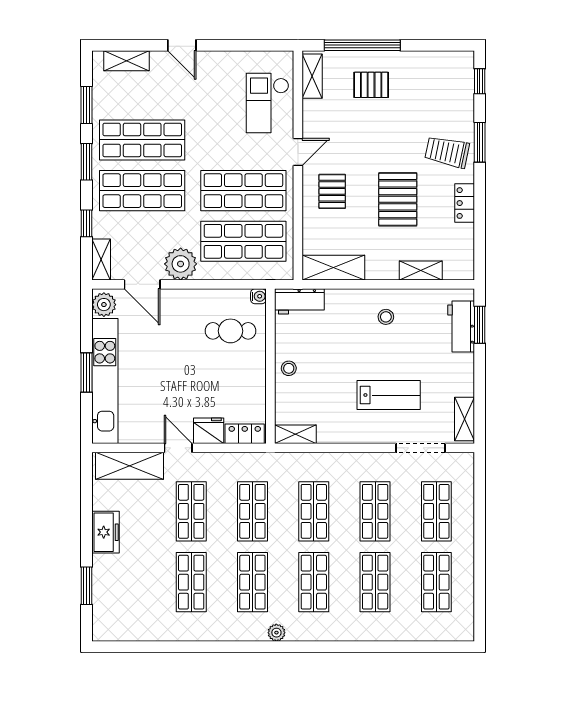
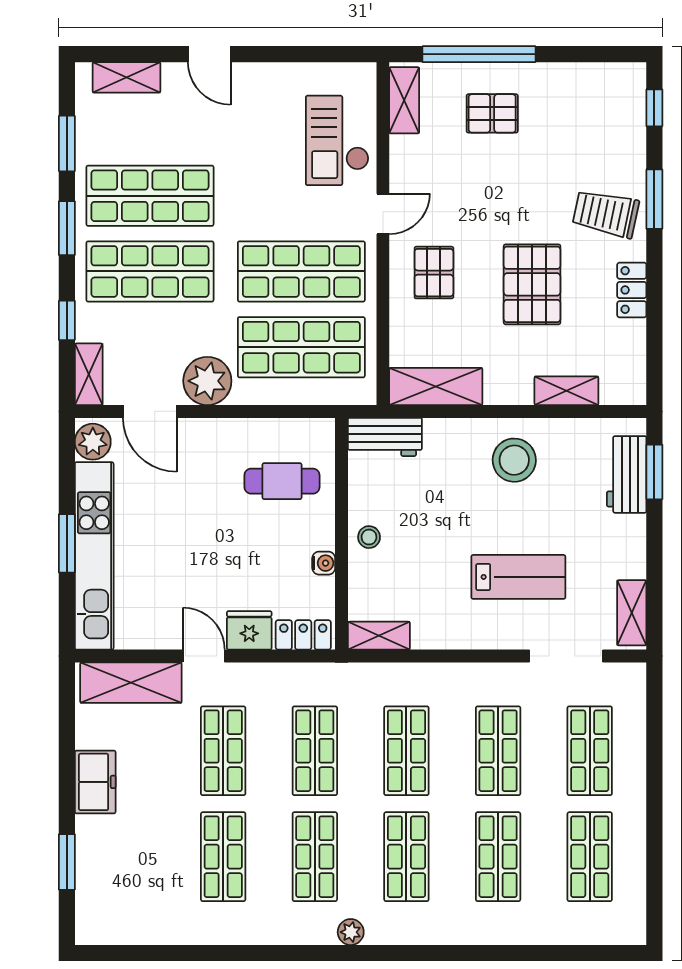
water cooler: (258, 296) -> (324, 563), moved
stool: (386, 317) -> (514, 460), width x1.89, depth x1.89

